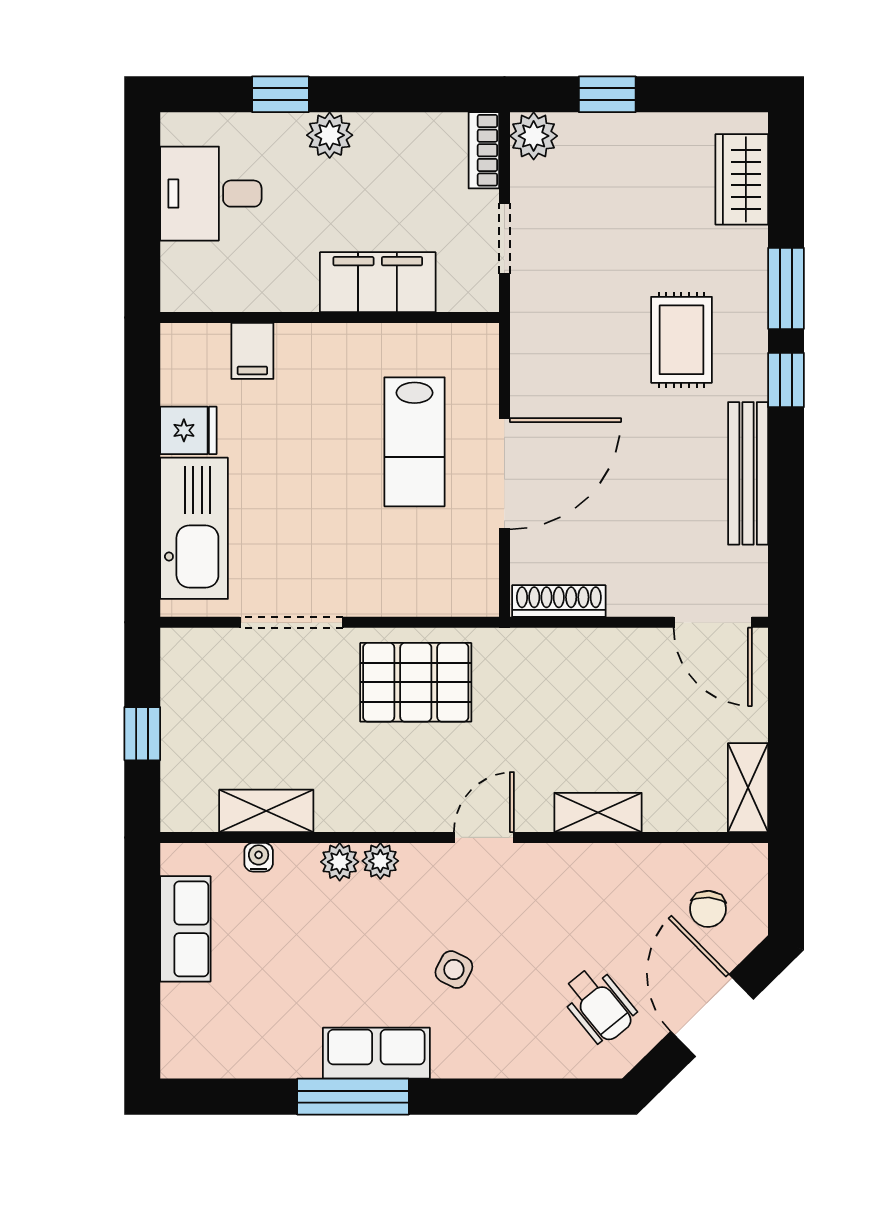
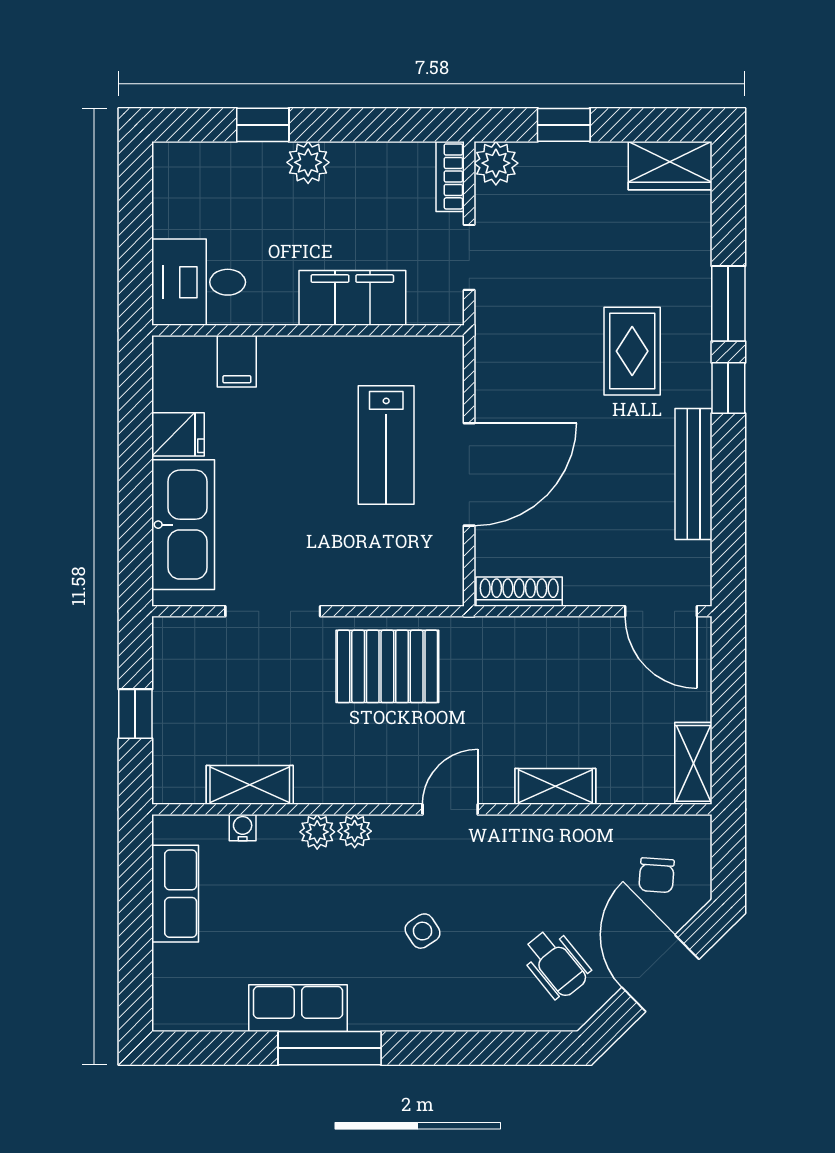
wardrobe: (742, 179) -> (670, 166), moved, turned -90
desk: (211, 194) -> (199, 282), moved
side table: (454, 970) -> (423, 931), turned 30
row of seats: (376, 1053) -> (298, 1008), moved

